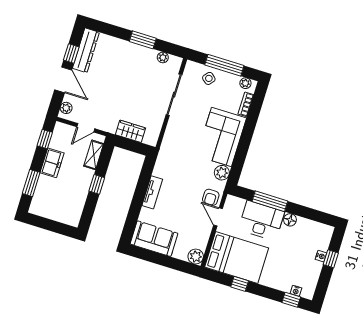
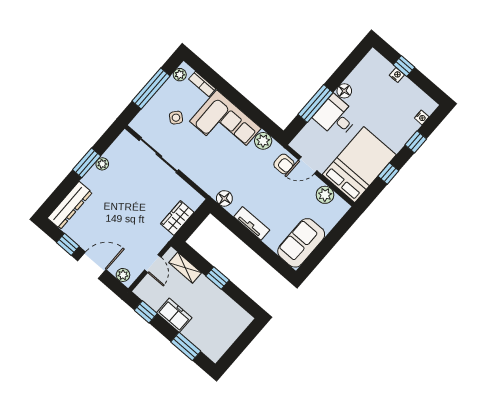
dresser: (86, 50) -> (70, 205), moved, turned 90
plant: (163, 57) -> (102, 164), moved
side table: (209, 78) -> (176, 118), moved
floor lamp: (163, 162) -> (224, 198), added
desk: (261, 221) -> (336, 117), width x0.73
plant: (196, 257) -> (325, 195), moved
window: (291, 300) -> (416, 142), moved

